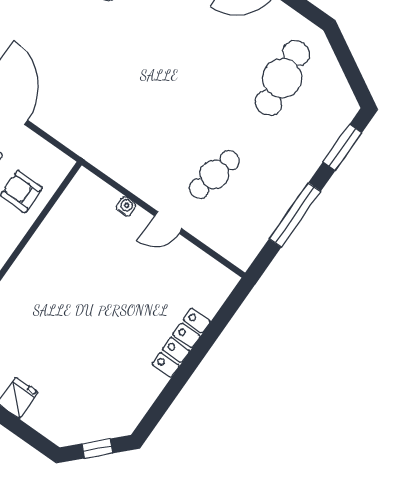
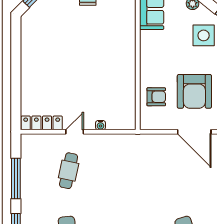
locker: (181, 343) -> (42, 123), moved, turned -90

